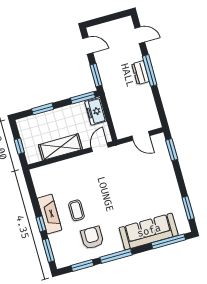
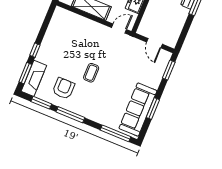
window: (188, 208) -> (153, 109), moved
coffee table: (76, 210) -> (91, 73), moved
fireplace: (50, 214) -> (34, 78), moved
sofa: (149, 231) -> (138, 110), moved, turned -90

